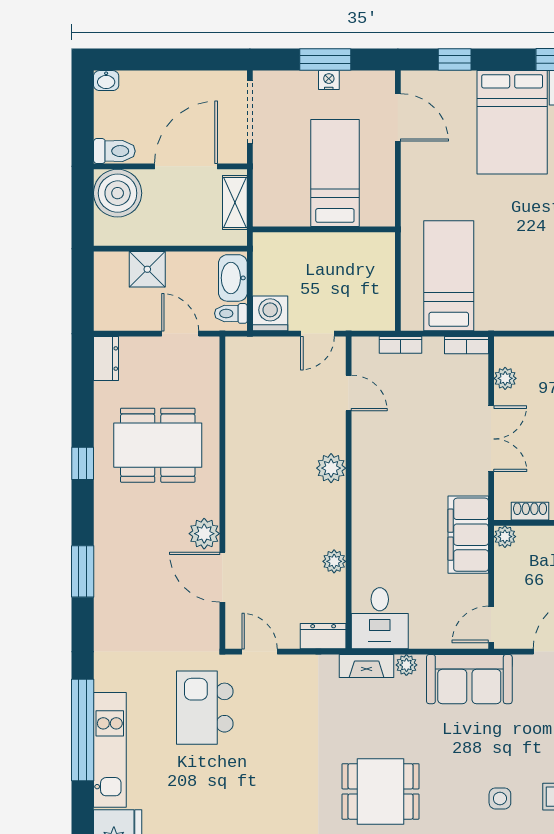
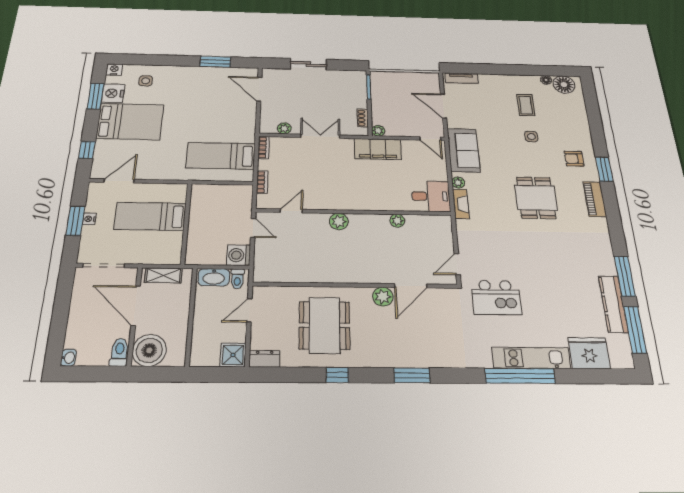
shower: (147, 269) -> (233, 355), moved
dresser: (323, 636) -> (444, 228), removed

